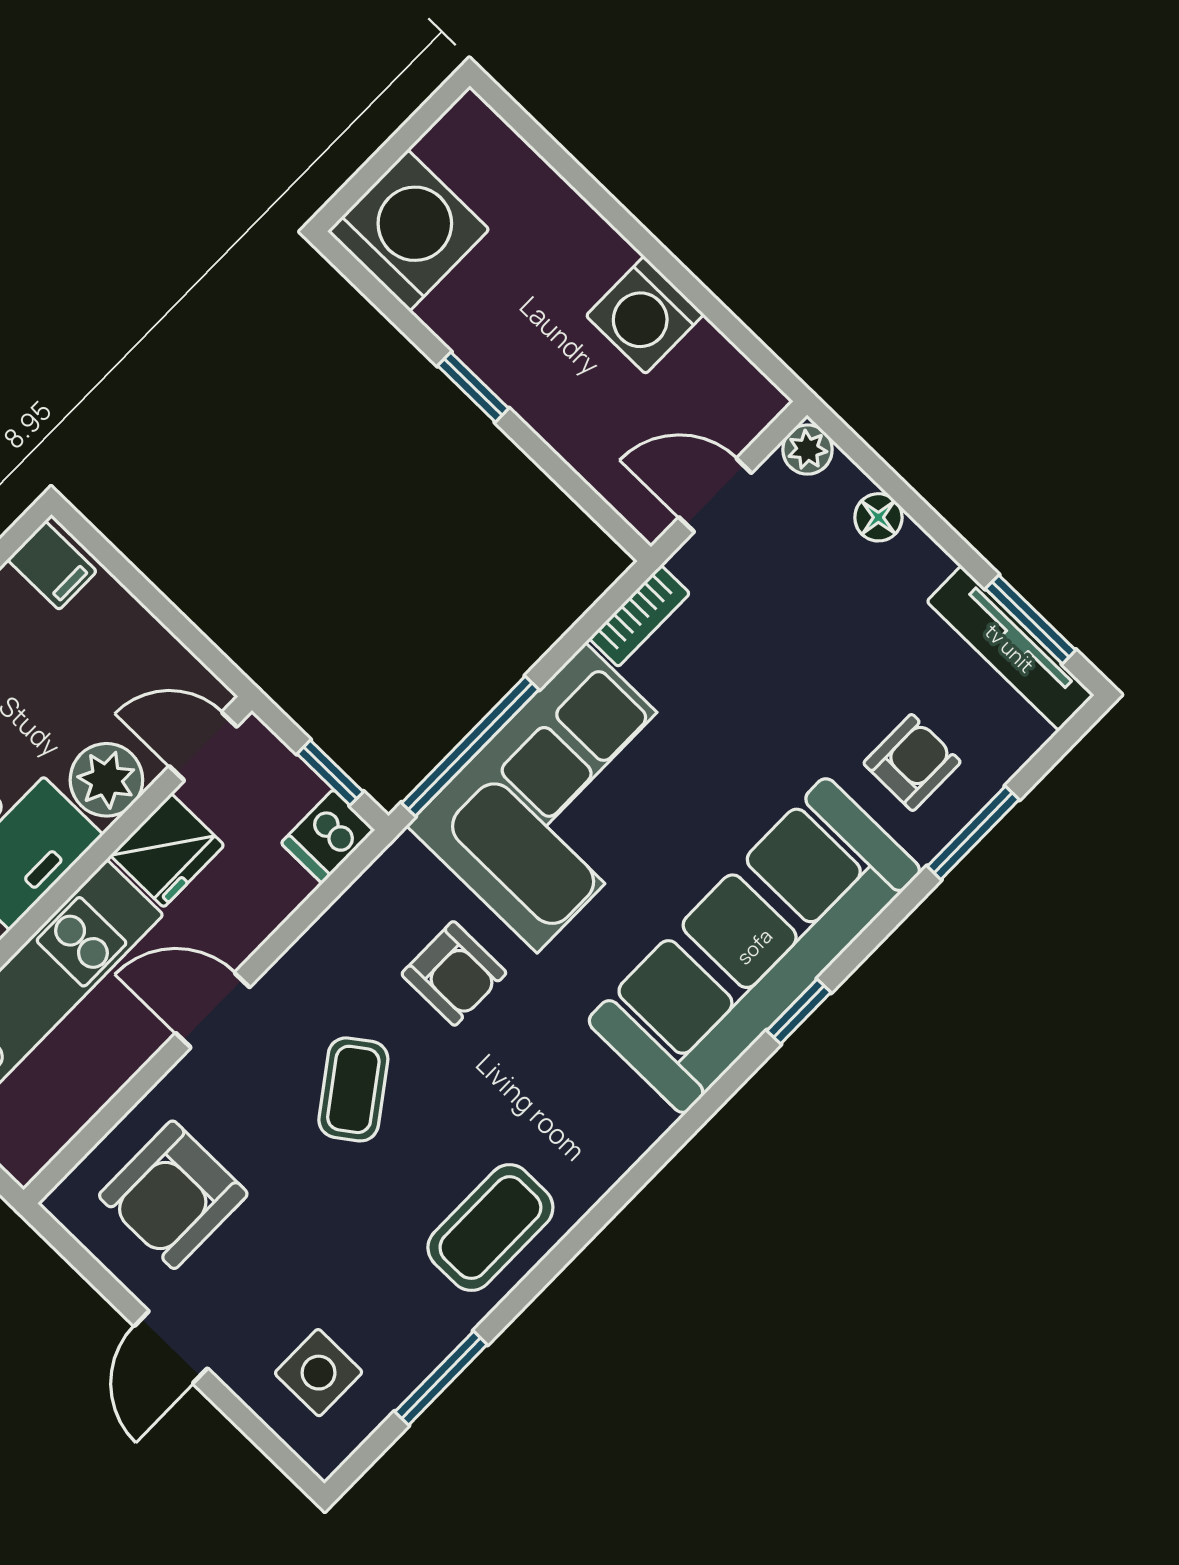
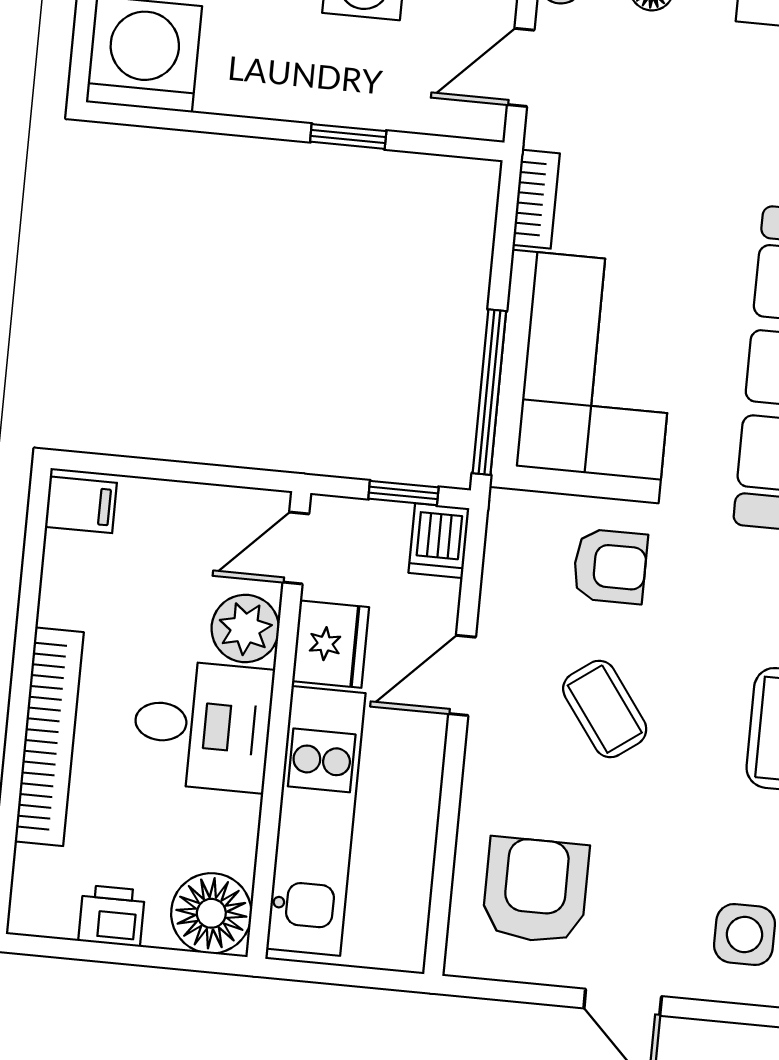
window: (473, 387) -> (348, 136), moved
door: (213, 1010) -> (462, 675), moved
armchair: (173, 1195) -> (536, 890), turned 180

